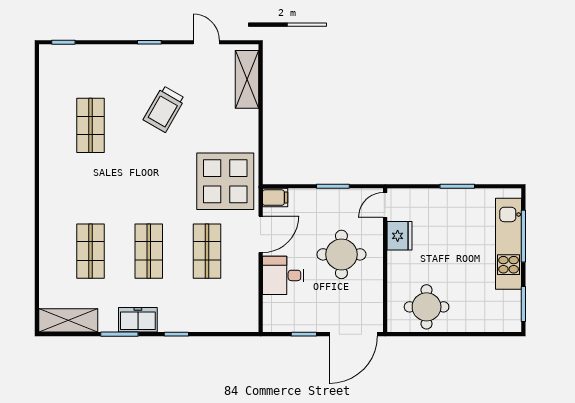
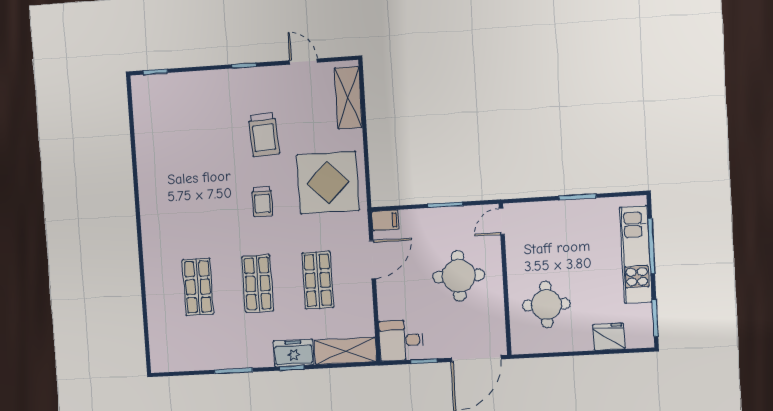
trolley: (164, 109) -> (264, 135), turned -33
shop shelf: (90, 125) -> (189, 157), removed
trolley: (158, 173) -> (262, 202), added
display table: (225, 181) -> (328, 183), moved
fridge: (400, 236) -> (609, 337), moved, turned -90
desk: (283, 275) -> (401, 340), moved
round table: (427, 307) -> (546, 305), moved
shelving: (68, 320) -> (345, 351), moved
freezer: (138, 320) -> (294, 353), moved

